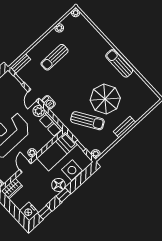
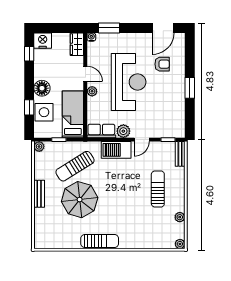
door: (34, 95) -> (142, 140), swing flipped
barbecue: (49, 102) -> (116, 150), width x1.88, depth x1.53
window: (63, 195) -> (29, 107), moved

